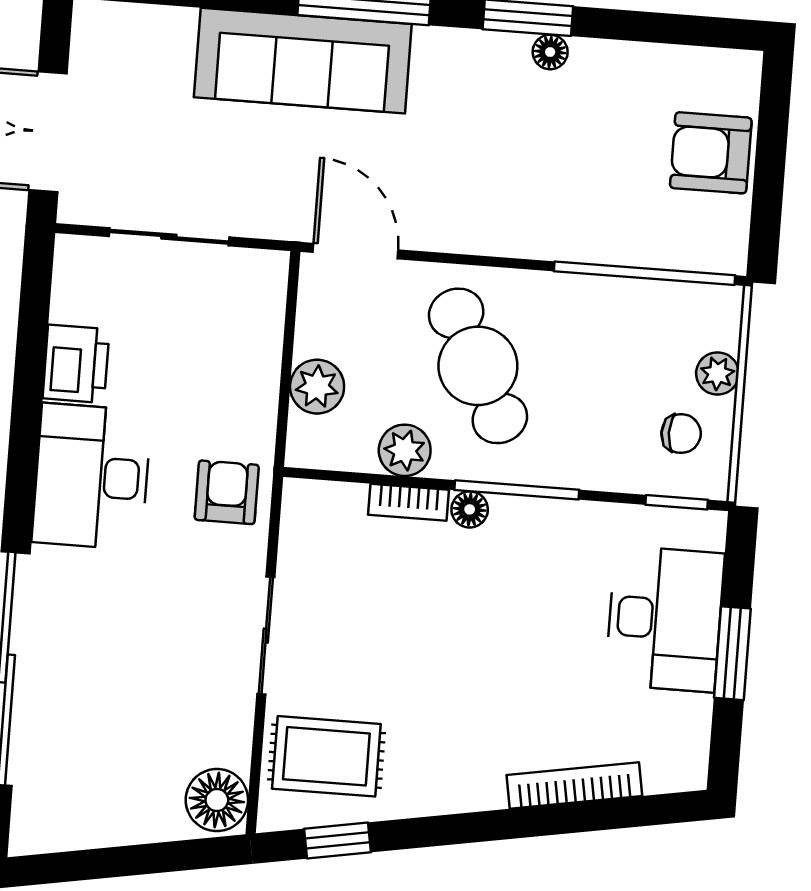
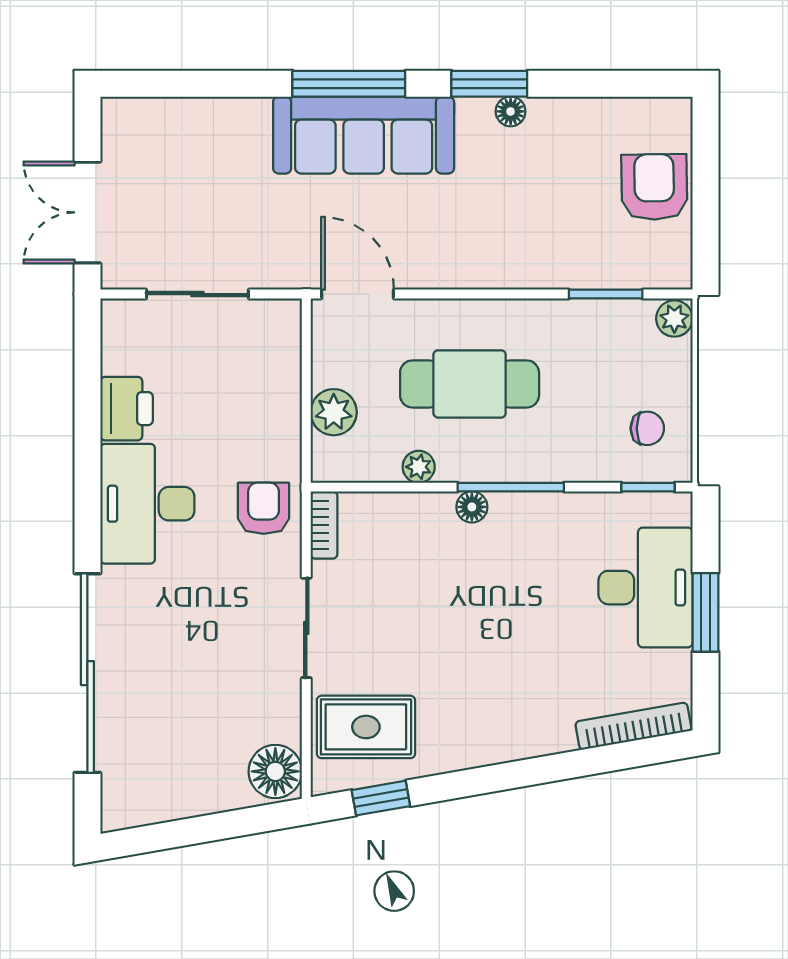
sofa: (303, 61) -> (364, 135), moved
armchair: (711, 153) -> (654, 187), turned 89
window: (645, 273) -> (606, 294), width x0.47
cafe table: (478, 366) -> (470, 384), turned -63
plant: (717, 374) -> (674, 319), moved
plant: (405, 450) -> (419, 467), width x0.73, depth x0.73
bookcase: (409, 502) -> (324, 525), moved, turned -90
bookcase: (574, 786) -> (633, 726), moved

